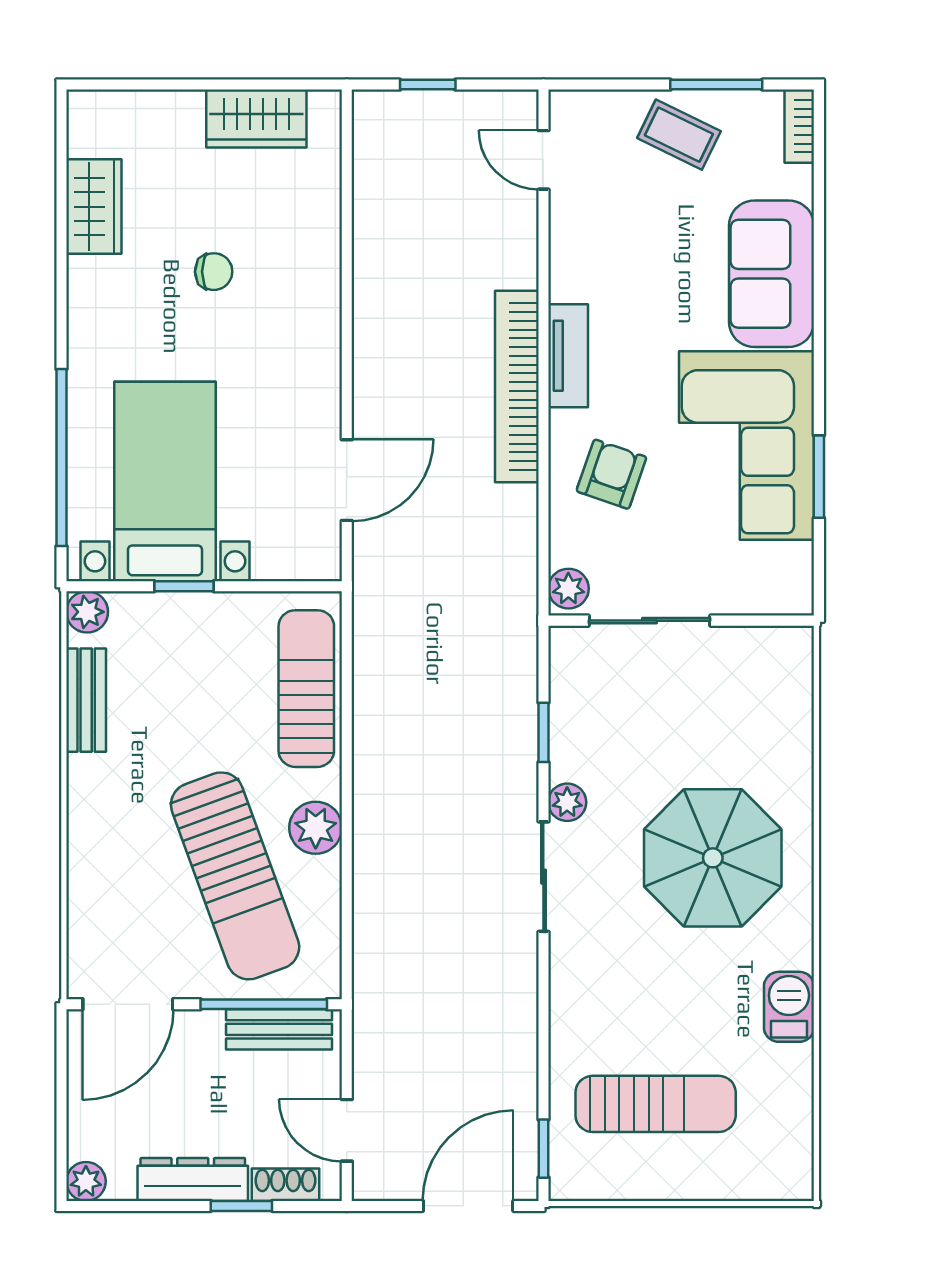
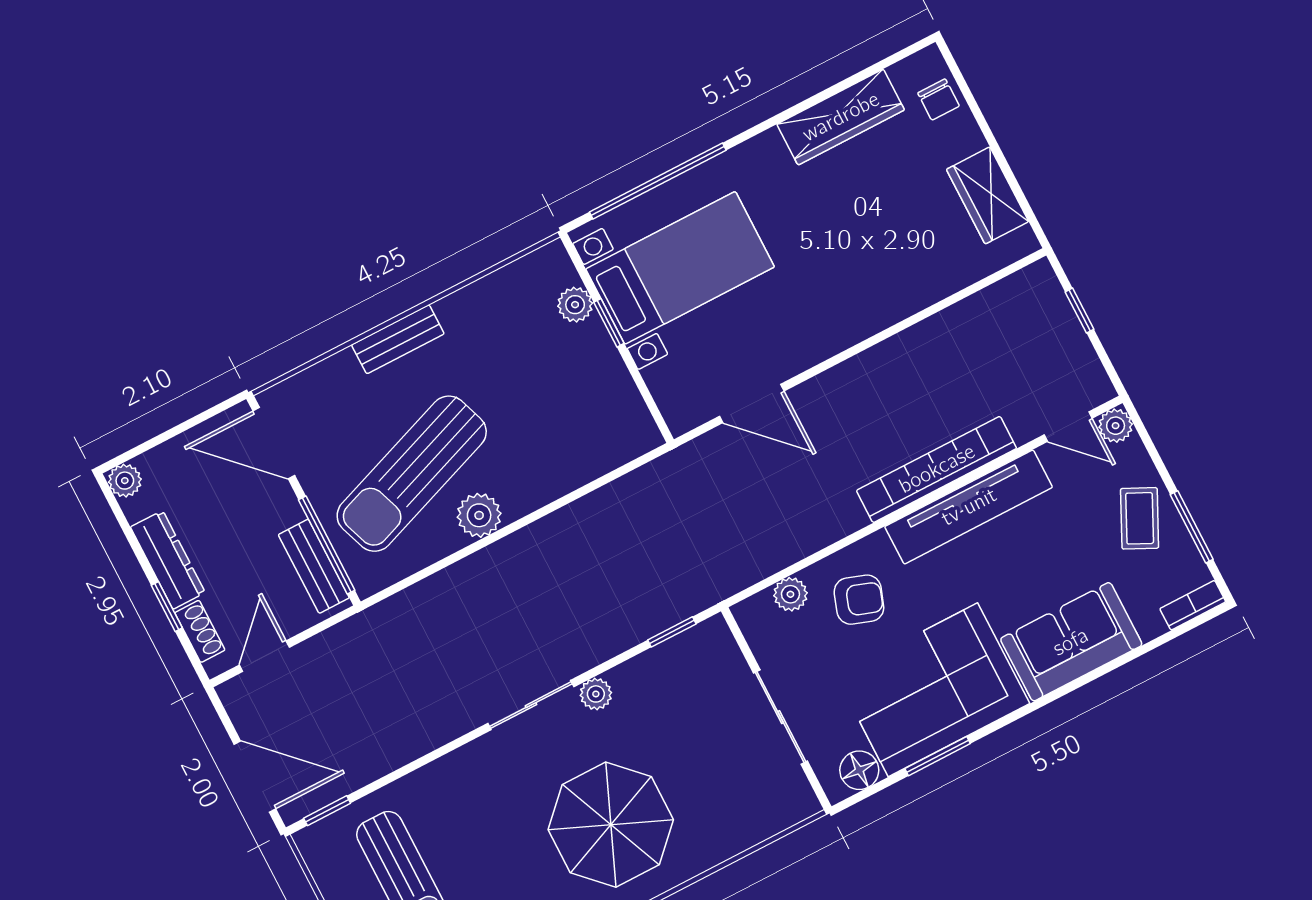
plant: (568, 109) -> (1116, 426), added
door: (543, 160) -> (1068, 427), swing flipped
wardrobe: (94, 207) -> (841, 117), width x1.50
chair: (214, 272) -> (939, 99), moved
tv unit: (568, 356) -> (969, 507), width x1.92, depth x1.29
bookcase: (517, 387) -> (937, 469), moved
floor lamp: (791, 567) -> (859, 770), added
plant: (568, 589) -> (790, 594), moved
plant: (87, 612) -> (575, 305), moved
sliding door: (650, 621) -> (781, 717), moved
sun lounger: (306, 689) -> (580, 454), removed
bench: (86, 700) -> (398, 339), moved
window: (543, 732) -> (672, 632), moved

